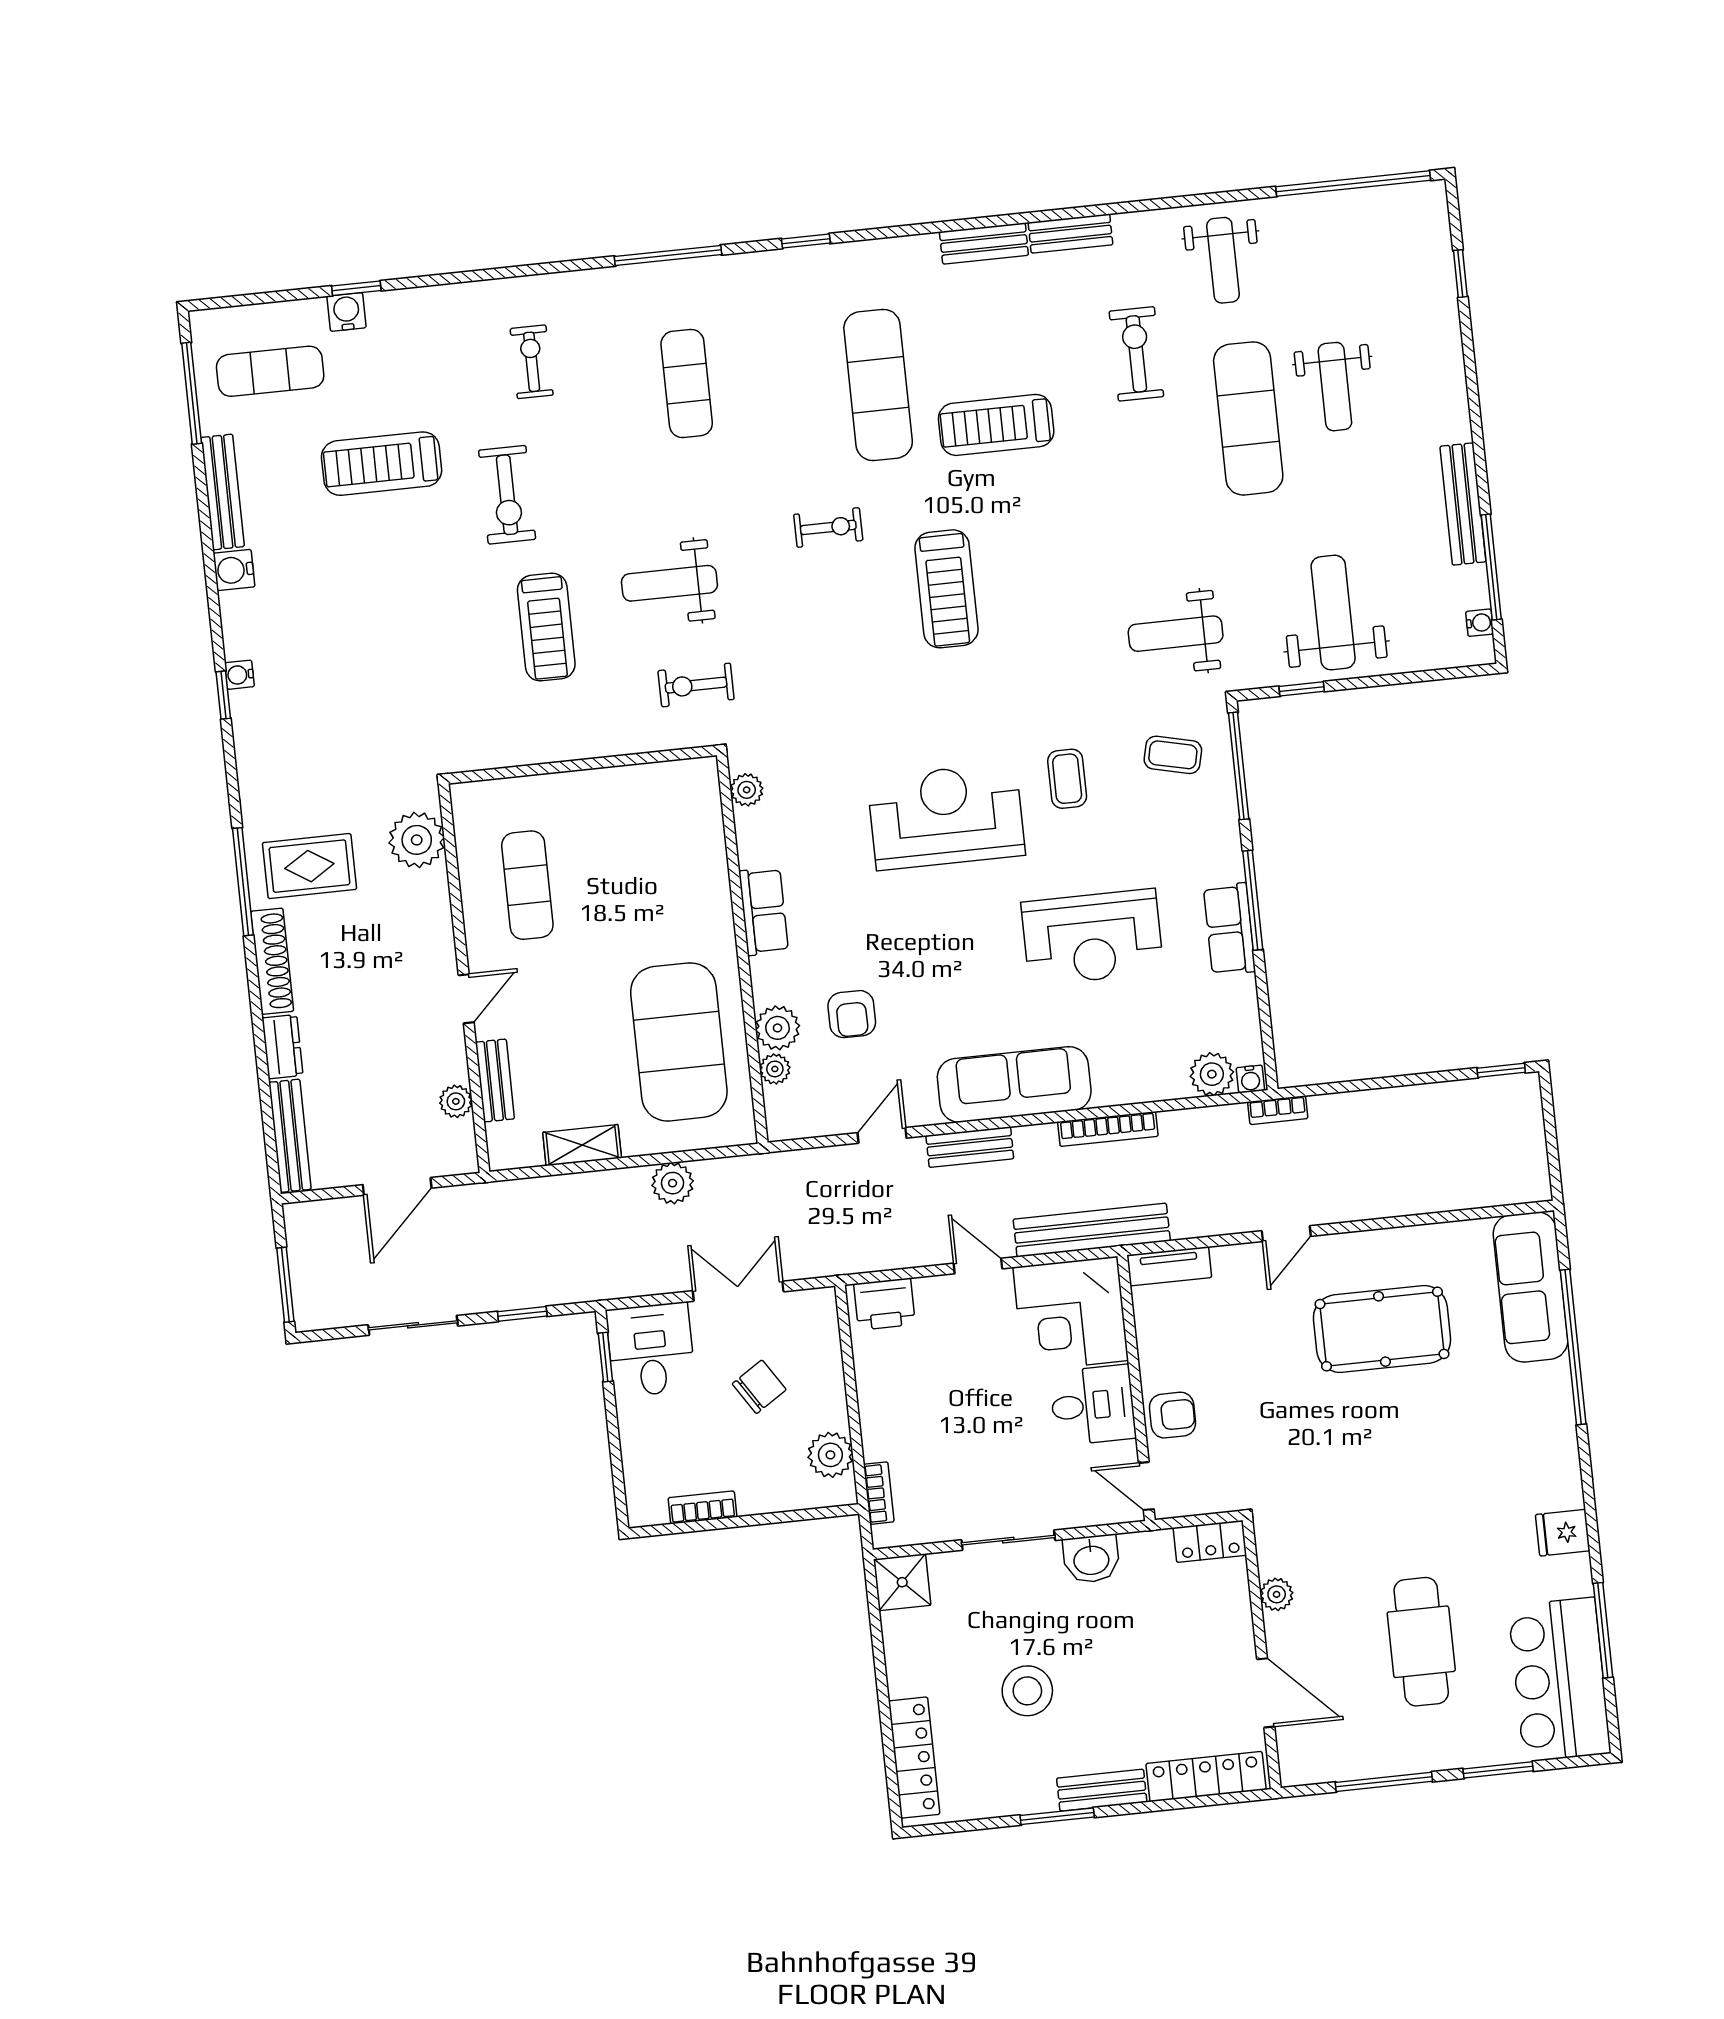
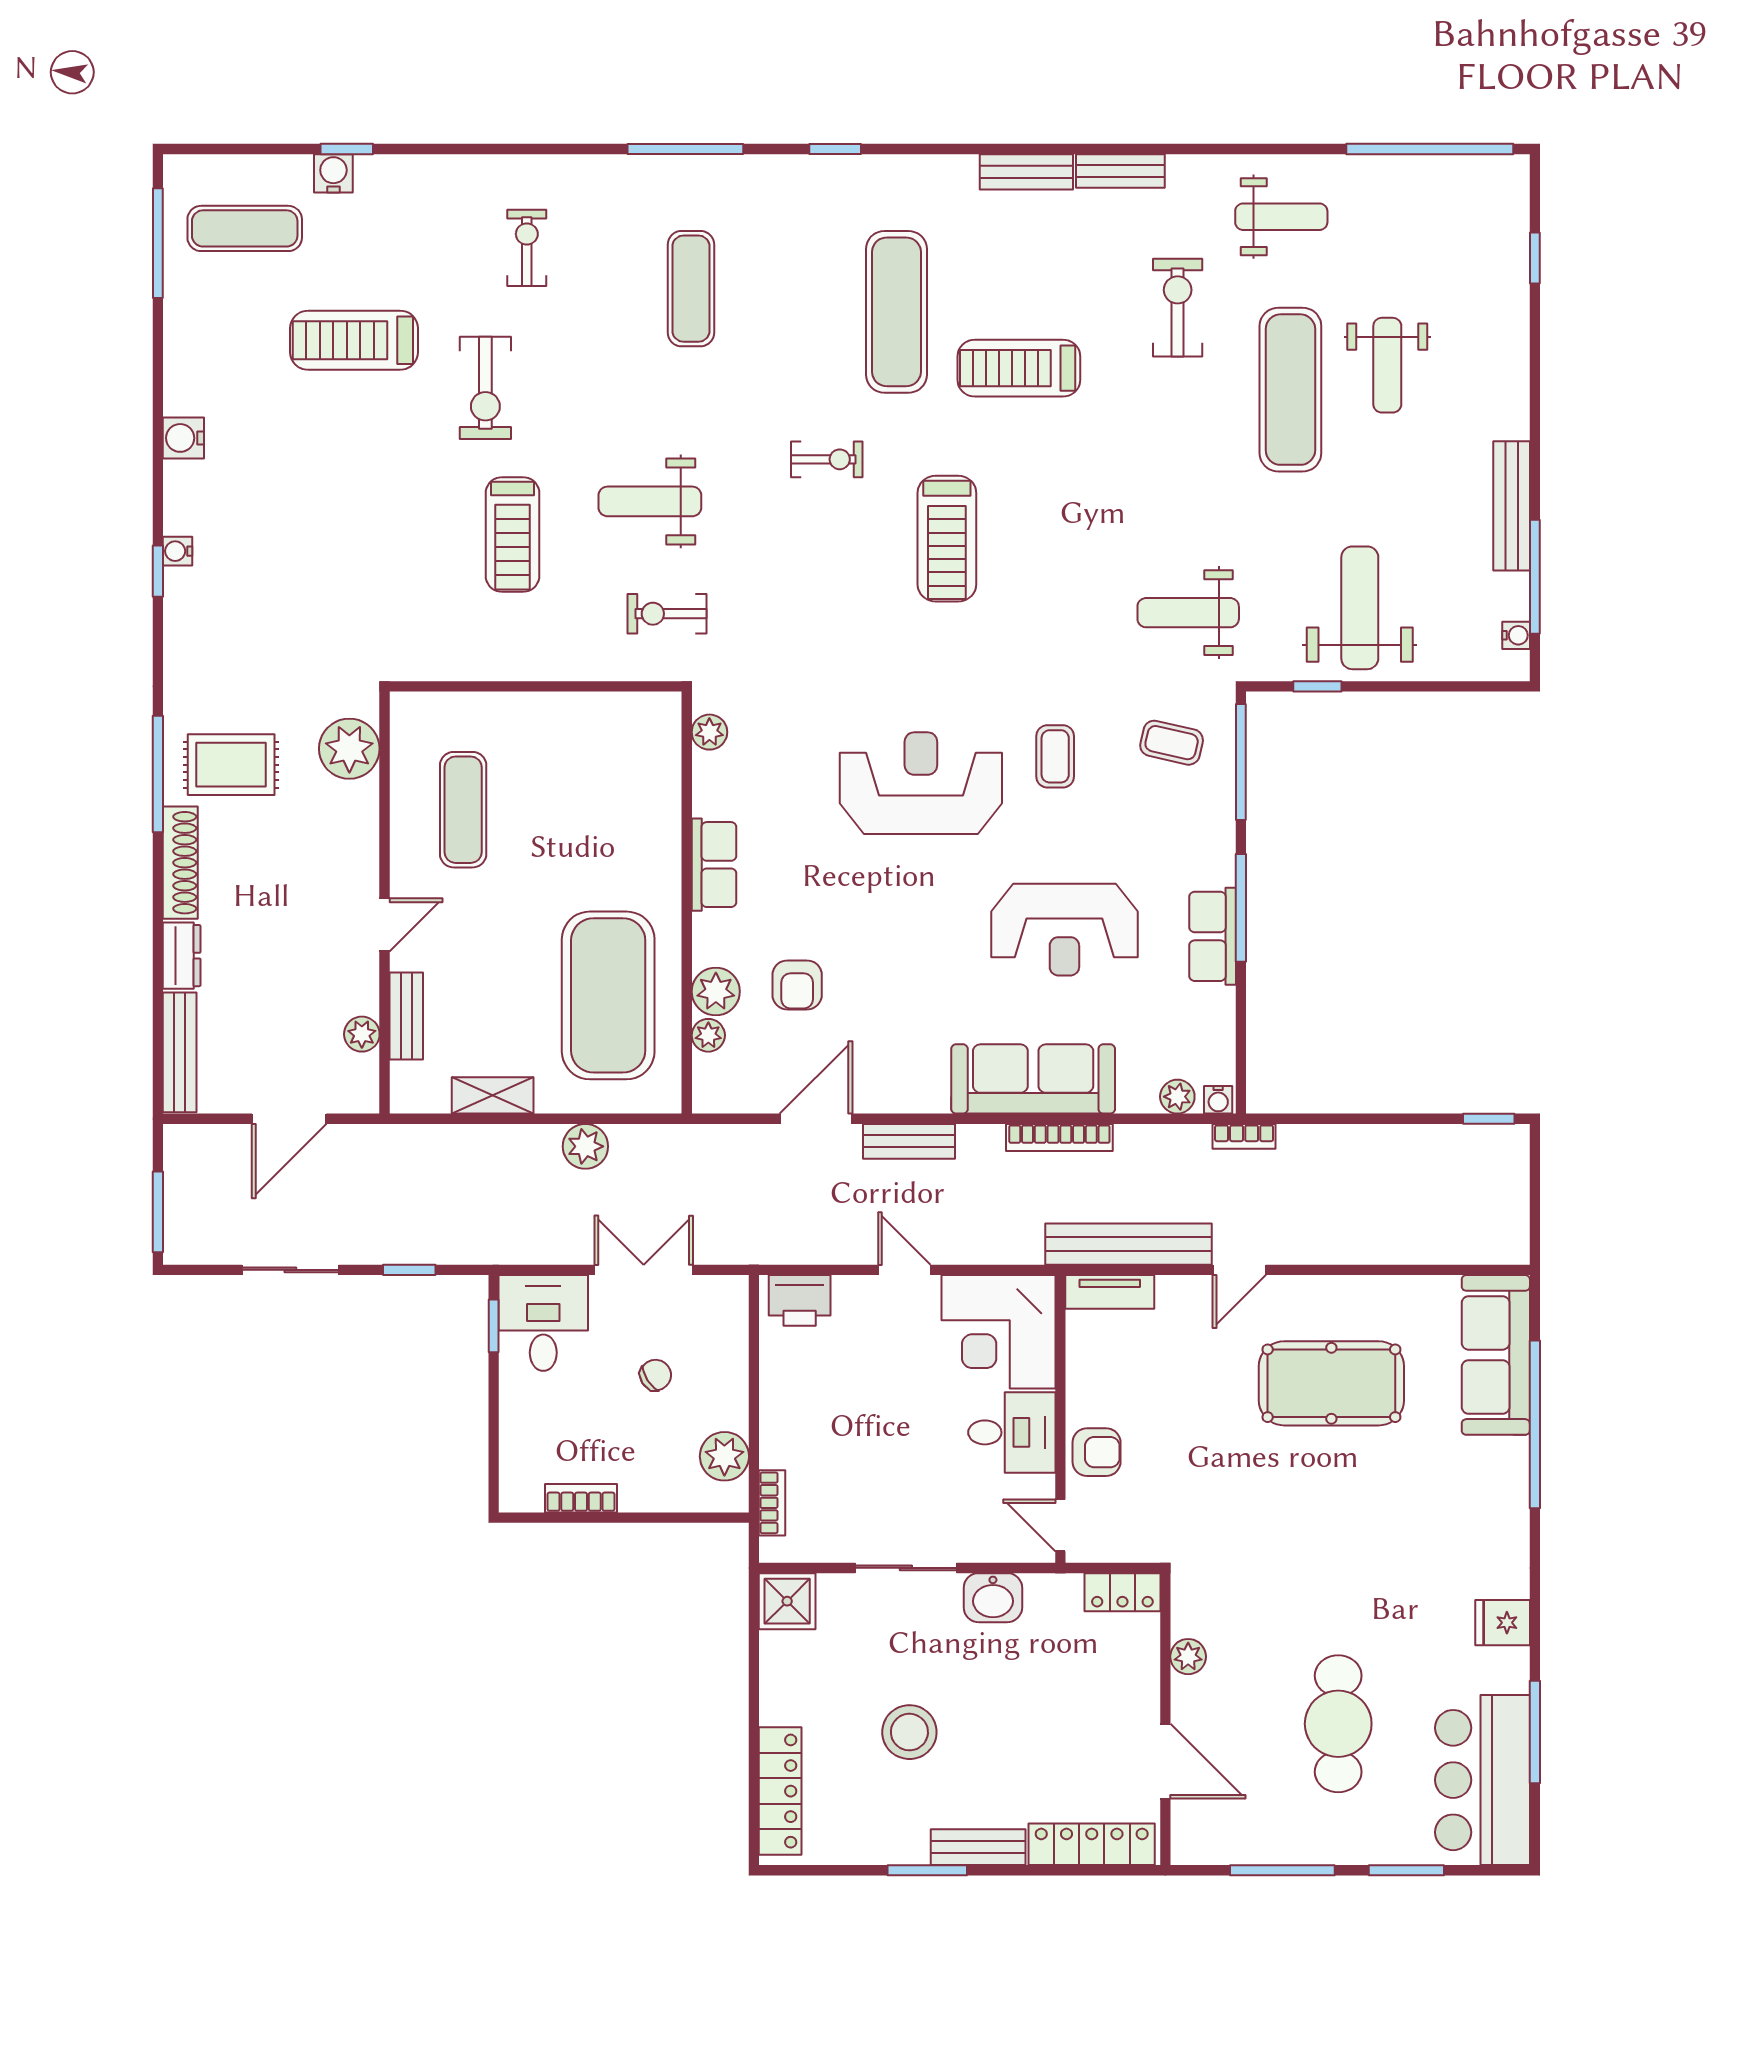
weight bench: (1223, 260) -> (1281, 217), turned -90
bench: (223, 492) -> (180, 353), removed
plant: (1212, 1074) -> (1177, 1097), width x0.73, depth x0.73
sofa: (1014, 1084) -> (1033, 1079), moved
door: (882, 1135) -> (816, 1119), width x1.38
bench: (1092, 1230) -> (1128, 1244), moved
chair: (759, 1387) -> (656, 1375), width x0.73, depth x0.73

